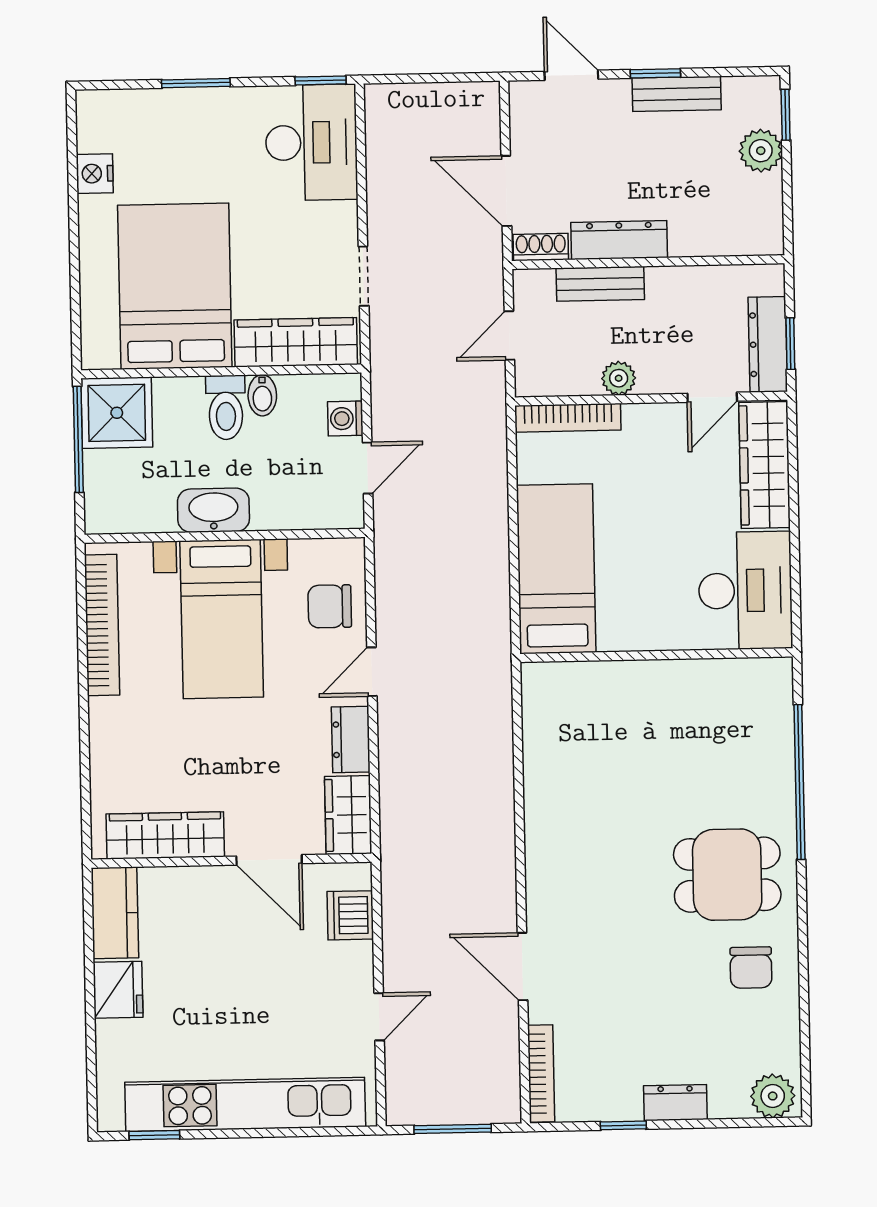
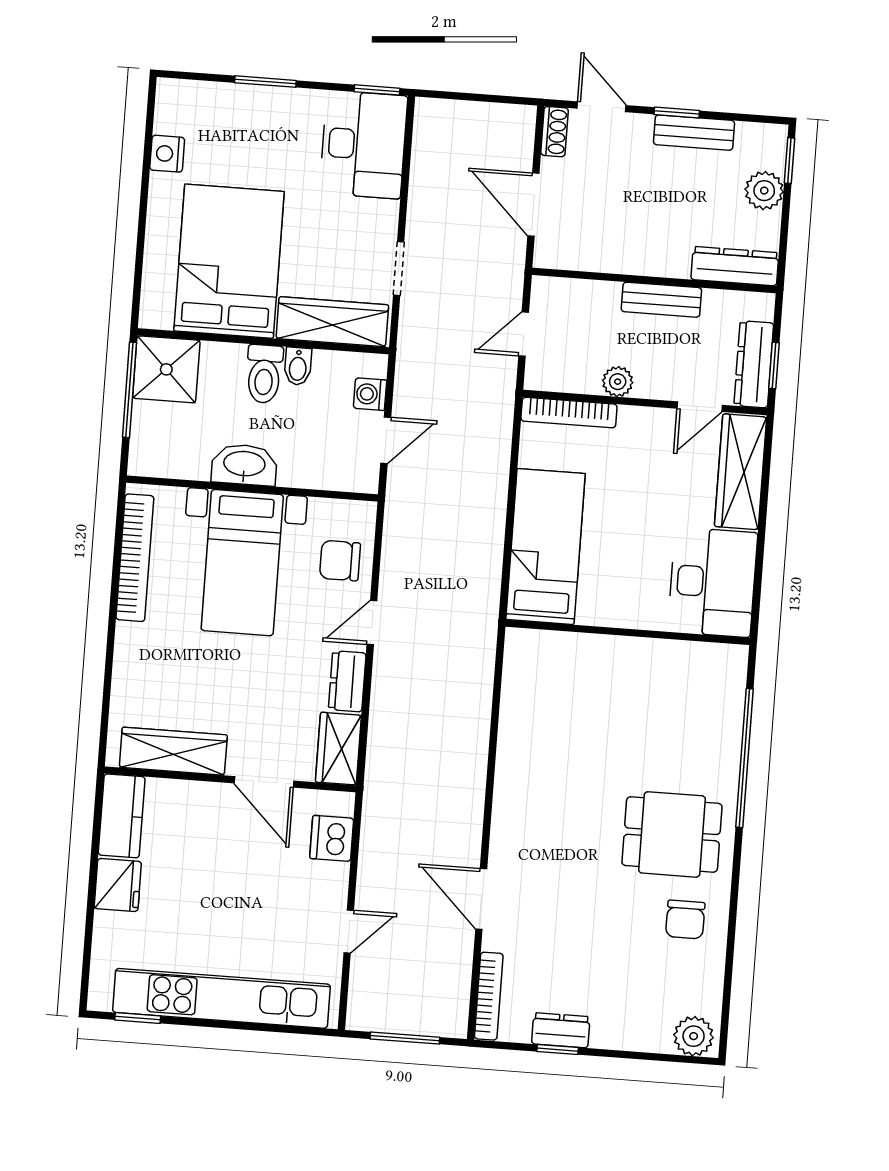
dresser: (619, 240) -> (735, 266), moved
shoe rack: (541, 247) -> (555, 132), moved, turned 90
bench: (600, 284) -> (661, 300), moved
dresser: (675, 1103) -> (561, 1030), moved

